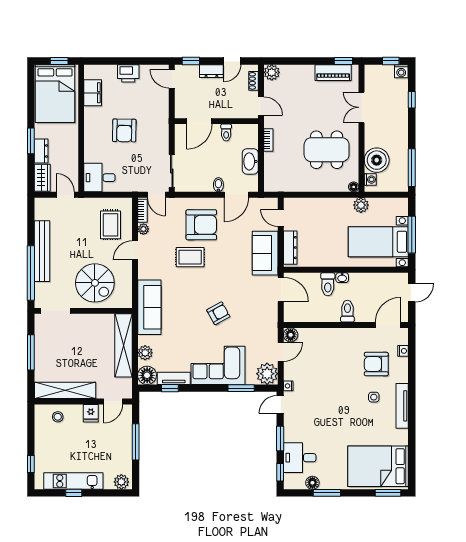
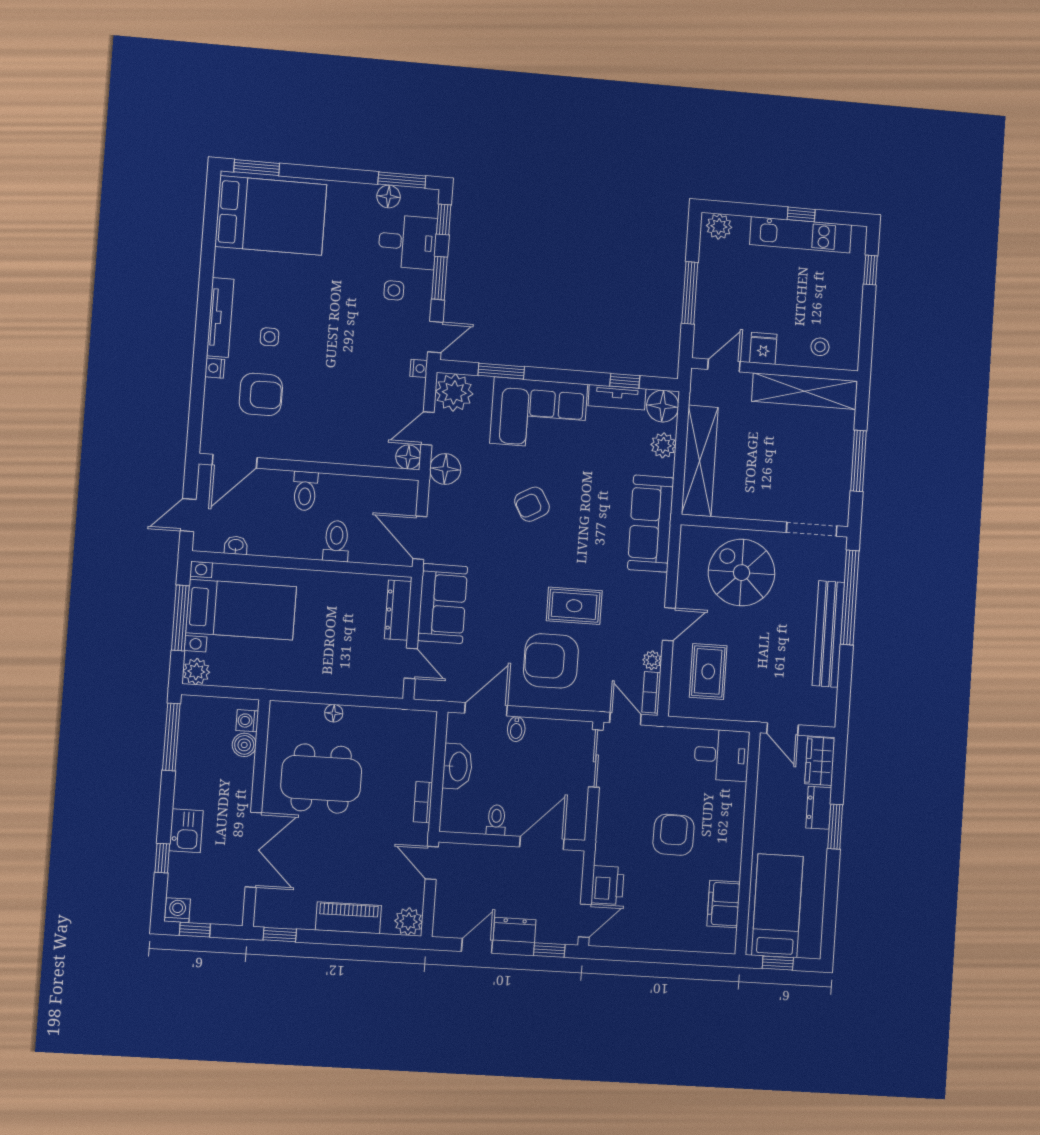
printer: (128, 73) -> (608, 885), moved, turned 90
piano: (333, 73) -> (348, 918), moved
door: (172, 79) -> (585, 921), hinge flipped
shoe rack: (254, 81) -> (442, 908), removed
bed: (55, 94) -> (777, 906), width x0.67
double door: (362, 107) -> (253, 850), width x1.37
kitchen sink: (400, 116) -> (186, 831), added
boiler: (377, 160) -> (244, 745), width x0.54, depth x0.54
floor lamp: (354, 187) -> (334, 713), moved
plant: (361, 205) -> (196, 672), moved
washbasin: (342, 278) -> (236, 545), moved
floor lamp: (269, 330) -> (445, 469), added
nightstand: (403, 351) -> (215, 368), moved
side table: (306, 429) -> (394, 290), added
window: (327, 493) -> (402, 180), moved

